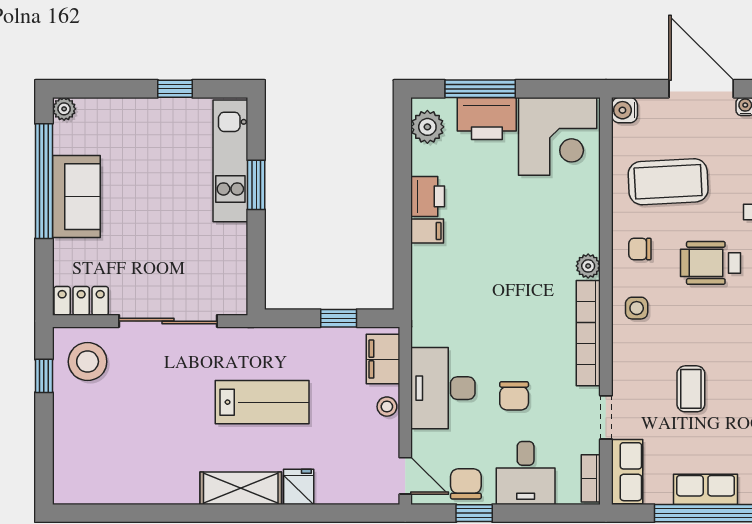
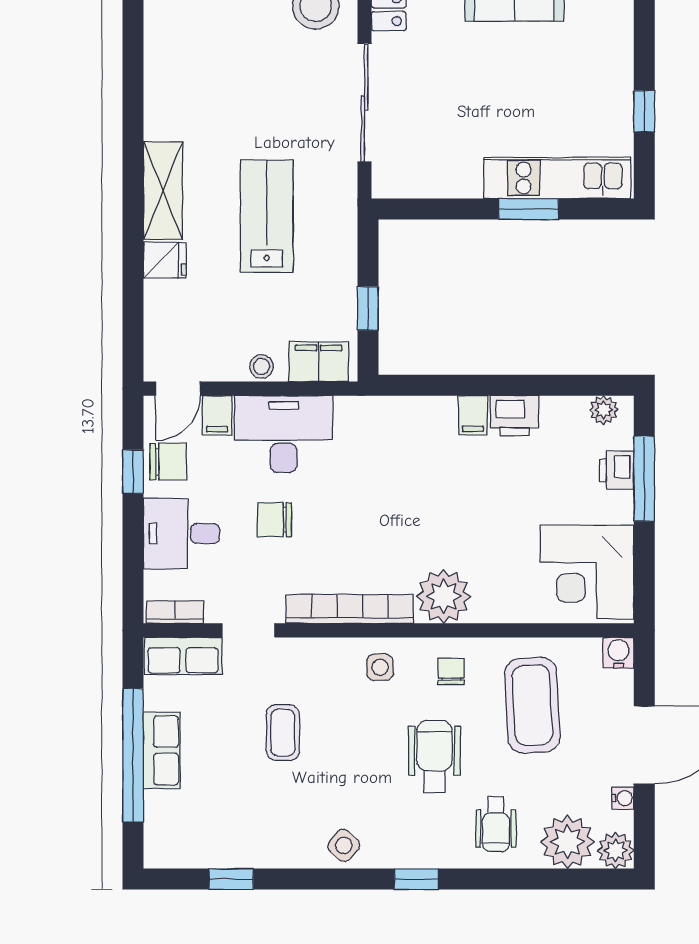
printer: (487, 118) -> (617, 470), width x0.53, depth x0.68
plant: (427, 127) -> (604, 410), width x0.73, depth x0.73
plant: (588, 266) -> (444, 596), width x1.87, depth x1.87
coffee table: (691, 389) -> (283, 733), turned 90
lab bench: (262, 402) -> (267, 216), turned 180
filing cabinet: (427, 443) -> (217, 415), added

